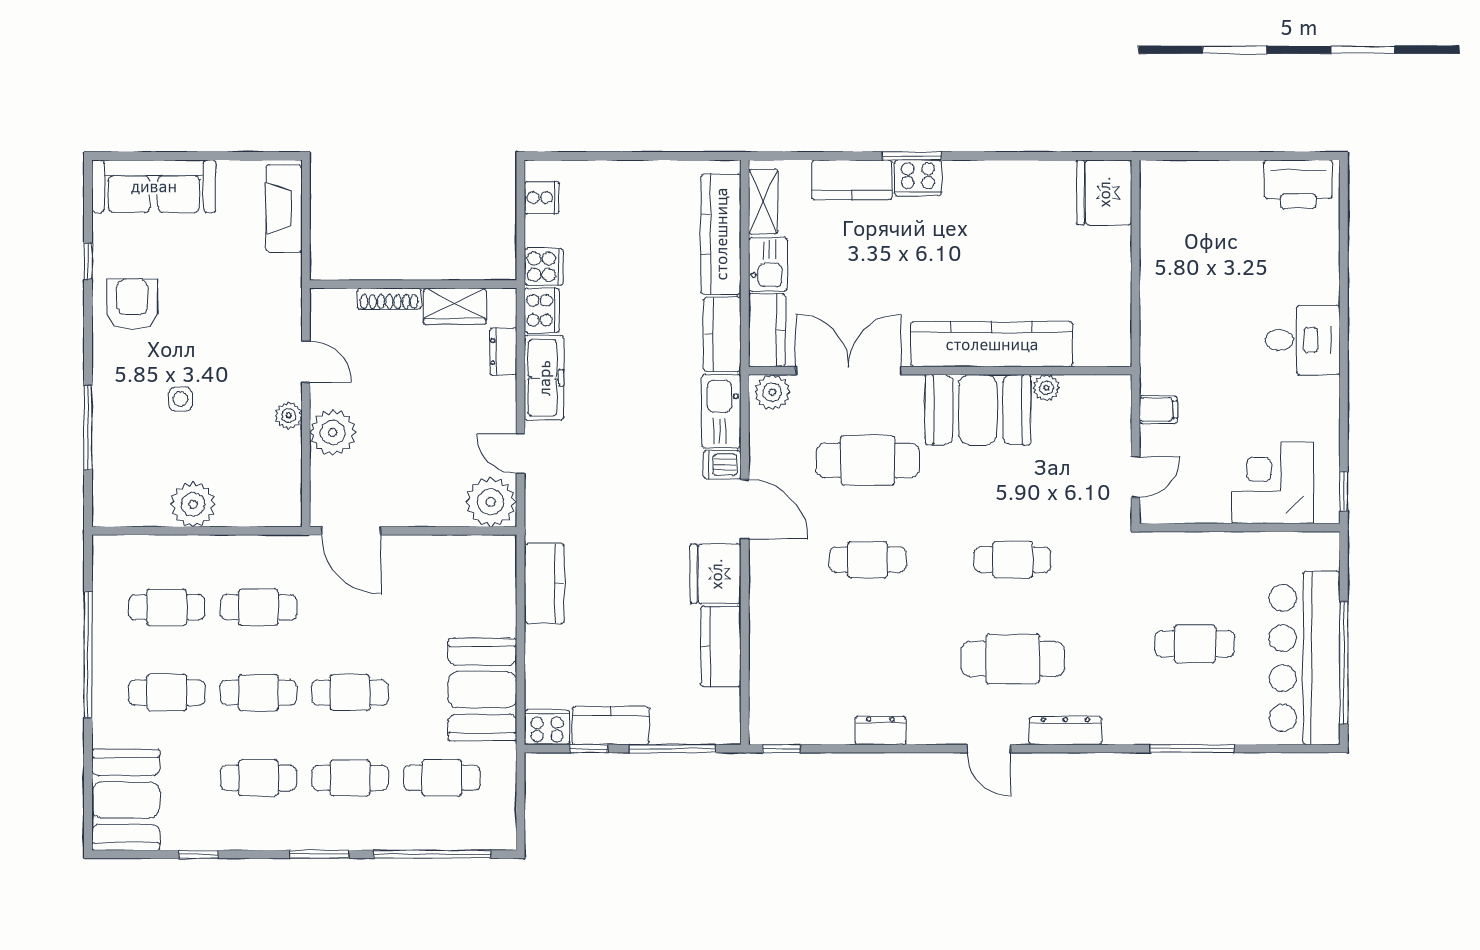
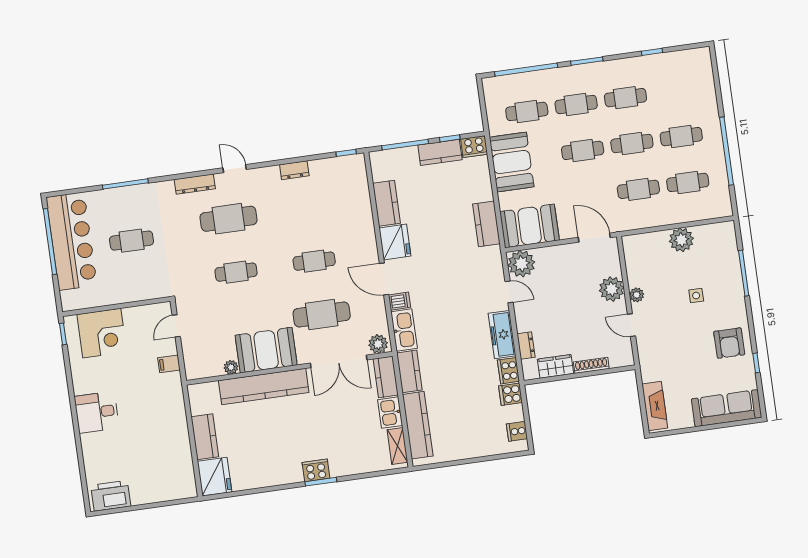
kitchen counter: (852, 180) -> (205, 437), moved, turned 90
booth: (126, 800) -> (530, 226), moved, turned 90

